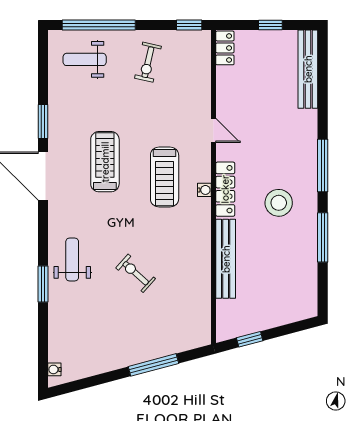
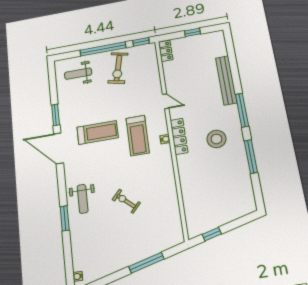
window: (99, 25) -> (103, 49), moved
exercise bike: (148, 62) -> (118, 68), width x1.38, depth x1.39
bench: (308, 69) -> (226, 80), moved
treadmill: (105, 162) -> (98, 133), turned 90
bench: (226, 259) -> (186, 182), removed
weight bench: (72, 260) -> (83, 199), turned 180

